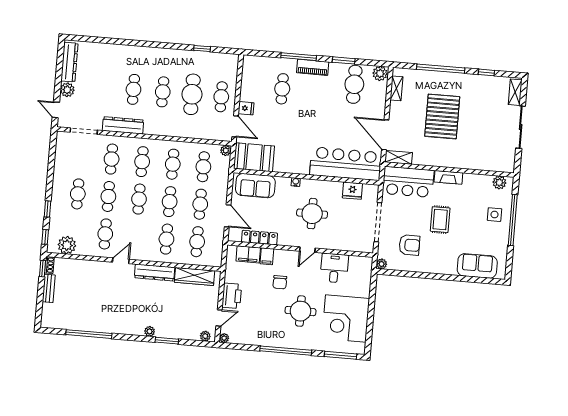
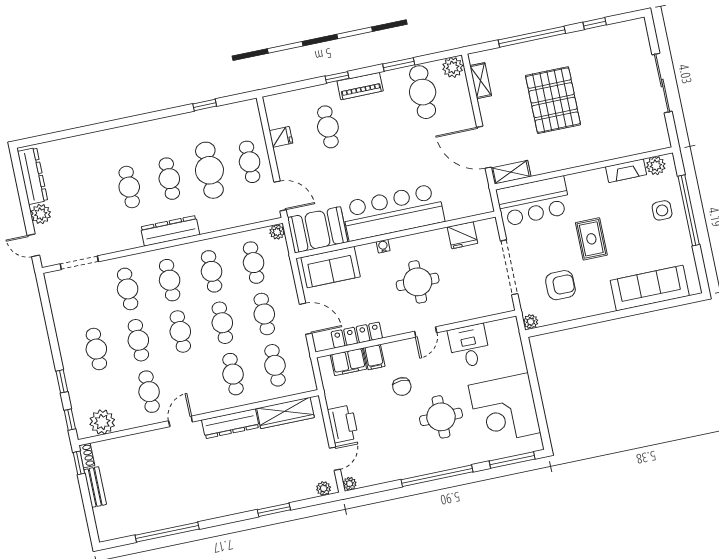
window: (299, 57) -> (337, 77), width x0.46
shelving: (515, 92) -> (641, 39), removed
fridge: (246, 108) -> (281, 137), moved
dresser: (123, 125) -> (170, 231), moved
bar counter: (346, 164) -> (393, 212), moved
fireplace: (448, 177) -> (626, 171), moved
sofa: (477, 266) -> (650, 288), width x1.36
plant: (150, 331) -> (247, 504), removed

